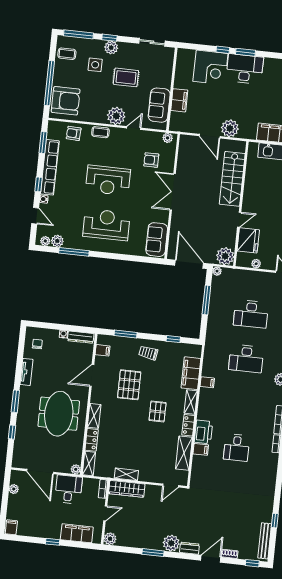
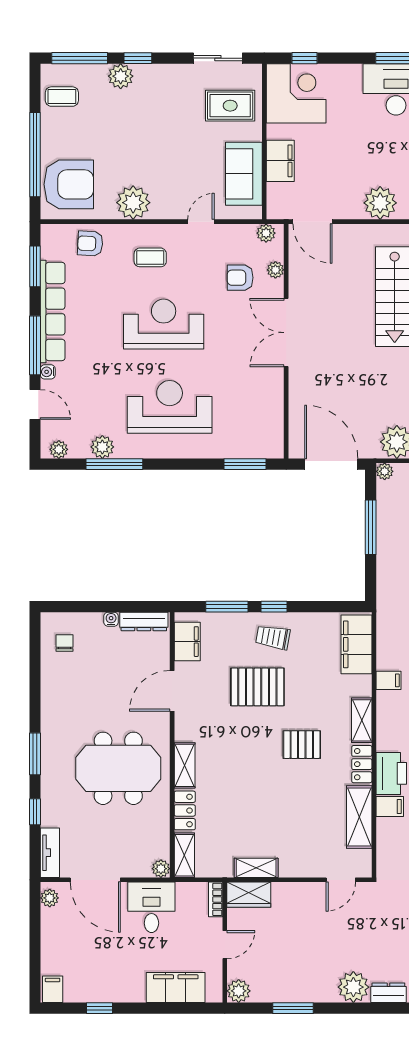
plant: (111, 48) -> (121, 76), moved
window: (223, 50) -> (304, 58), moved
side table: (95, 65) -> (117, 111), removed
corner desk: (210, 67) -> (296, 93), moved, turned -90
rug: (126, 77) -> (230, 106), moved
plant: (116, 116) -> (133, 203), moved
coffee table: (100, 132) -> (150, 257), moved
door: (210, 136) -> (313, 222), moved
plant: (171, 158) -> (275, 270), added
reception desk: (108, 180) -> (164, 324), turned 180
window: (39, 184) -> (35, 345), width x2.17
sofa: (157, 240) -> (266, 425), removed
plant: (57, 241) -> (102, 447), moved
window: (143, 259) -> (245, 464), added
window: (173, 339) -> (274, 607), moved
filing cabinet: (103, 350) -> (187, 642), width x2.00
tv unit: (27, 372) -> (50, 853), moved
filing cabinet: (191, 373) -> (356, 644), moved
pallet: (129, 385) -> (257, 687), moved, turned 90
pallet: (158, 411) -> (302, 745), turned 90
meeting table: (59, 414) -> (118, 768), turned 90
plant: (14, 489) -> (50, 898), moved
wardrobe: (127, 489) -> (249, 895), width x0.67
window: (53, 542) -> (99, 1008), moved
window: (153, 553) -> (293, 1008), moved

